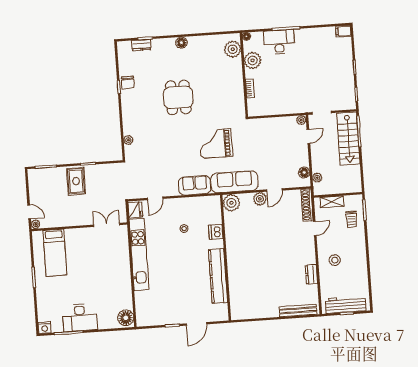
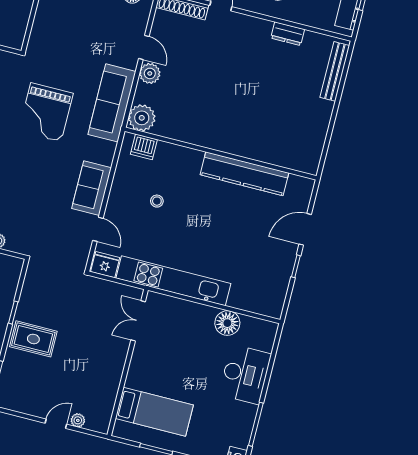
sofa: (195, 185) -> (92, 188), moved
double door: (107, 225) -> (138, 321), moved
wall: (79, 227) -> (128, 363), moved
dishwasher: (216, 232) -> (144, 147), moved
bed: (55, 253) -> (154, 412), moved
desk: (80, 318) -> (245, 374), moved
floor lamp: (126, 318) -> (227, 323), moved
door: (196, 324) -> (305, 229), swing flipped

